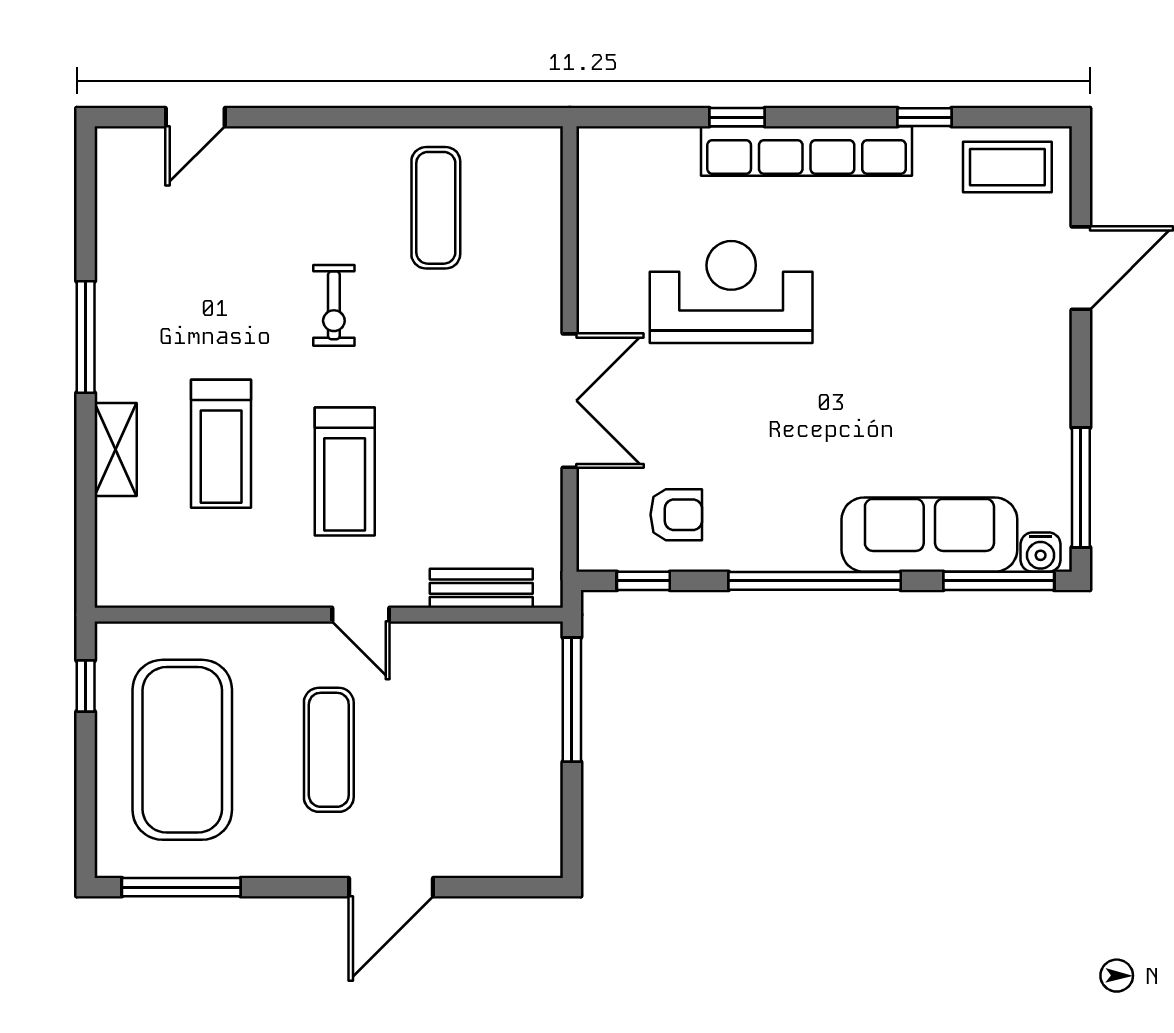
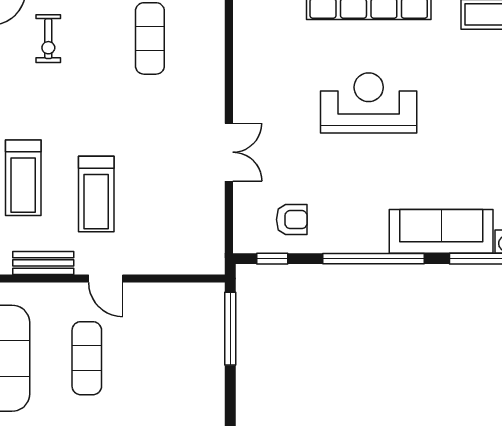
reception desk: (731, 292) -> (369, 103), moved
exercise bike: (334, 305) -> (48, 39), moved
double door: (570, 401) -> (229, 152), width x0.73
bench: (481, 588) -> (43, 263), moved

